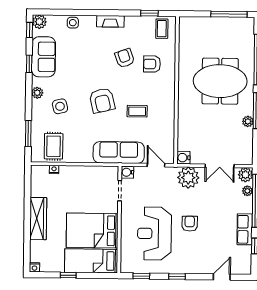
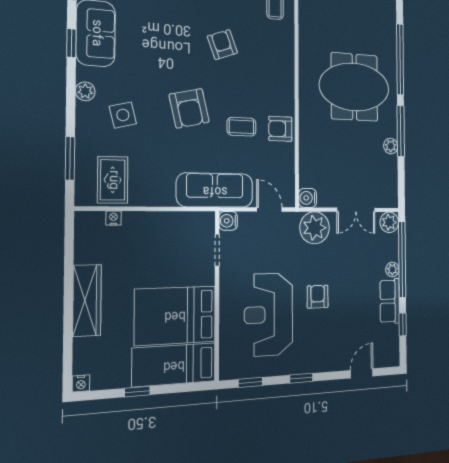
armchair: (152, 64) -> (280, 129), moved
plant: (247, 191) -> (392, 270), moved

